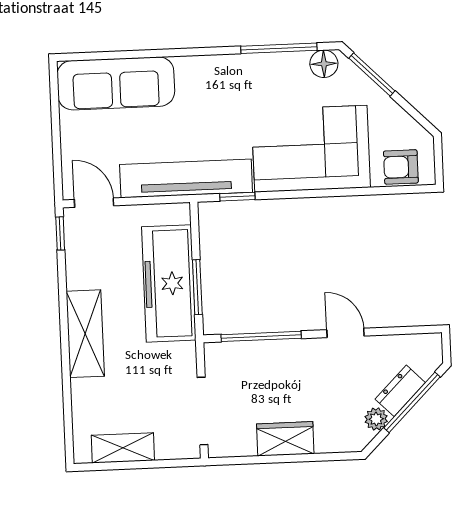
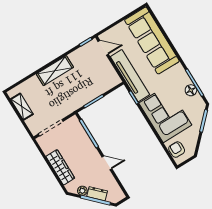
floor lamp: (324, 64) -> (191, 90), moved
sofa: (116, 83) -> (152, 41), width x1.36, depth x1.27
door: (94, 203) -> (103, 48), hinge flipped
freezer: (169, 283) -> (89, 90), removed
door: (345, 333) -> (107, 163), hinge flipped
wardrobe: (285, 439) -> (60, 167), width x1.50

